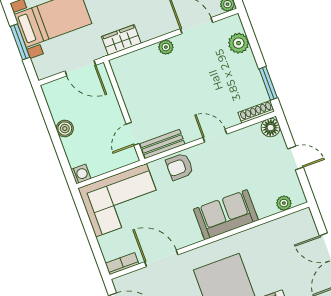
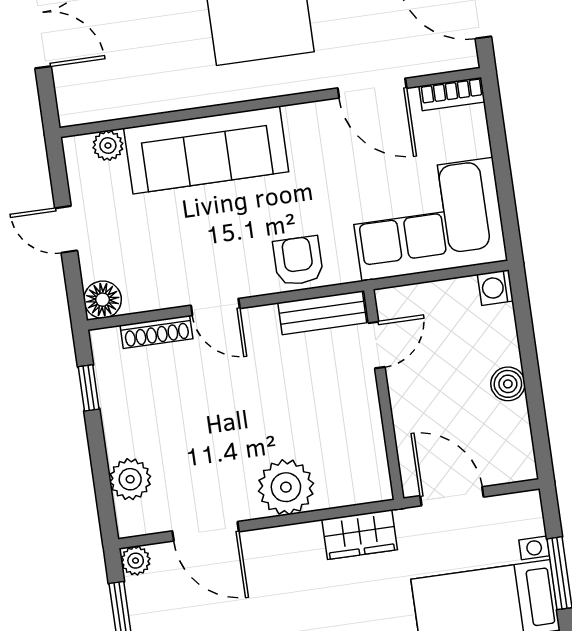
plant: (166, 47) -> (286, 487), width x1.88, depth x1.88
window: (268, 83) -> (89, 388), width x0.67
shoe rack: (256, 112) -> (156, 332), moved
armchair: (180, 167) -> (298, 261), turned -90
sofa: (226, 215) -> (206, 150), width x1.36

